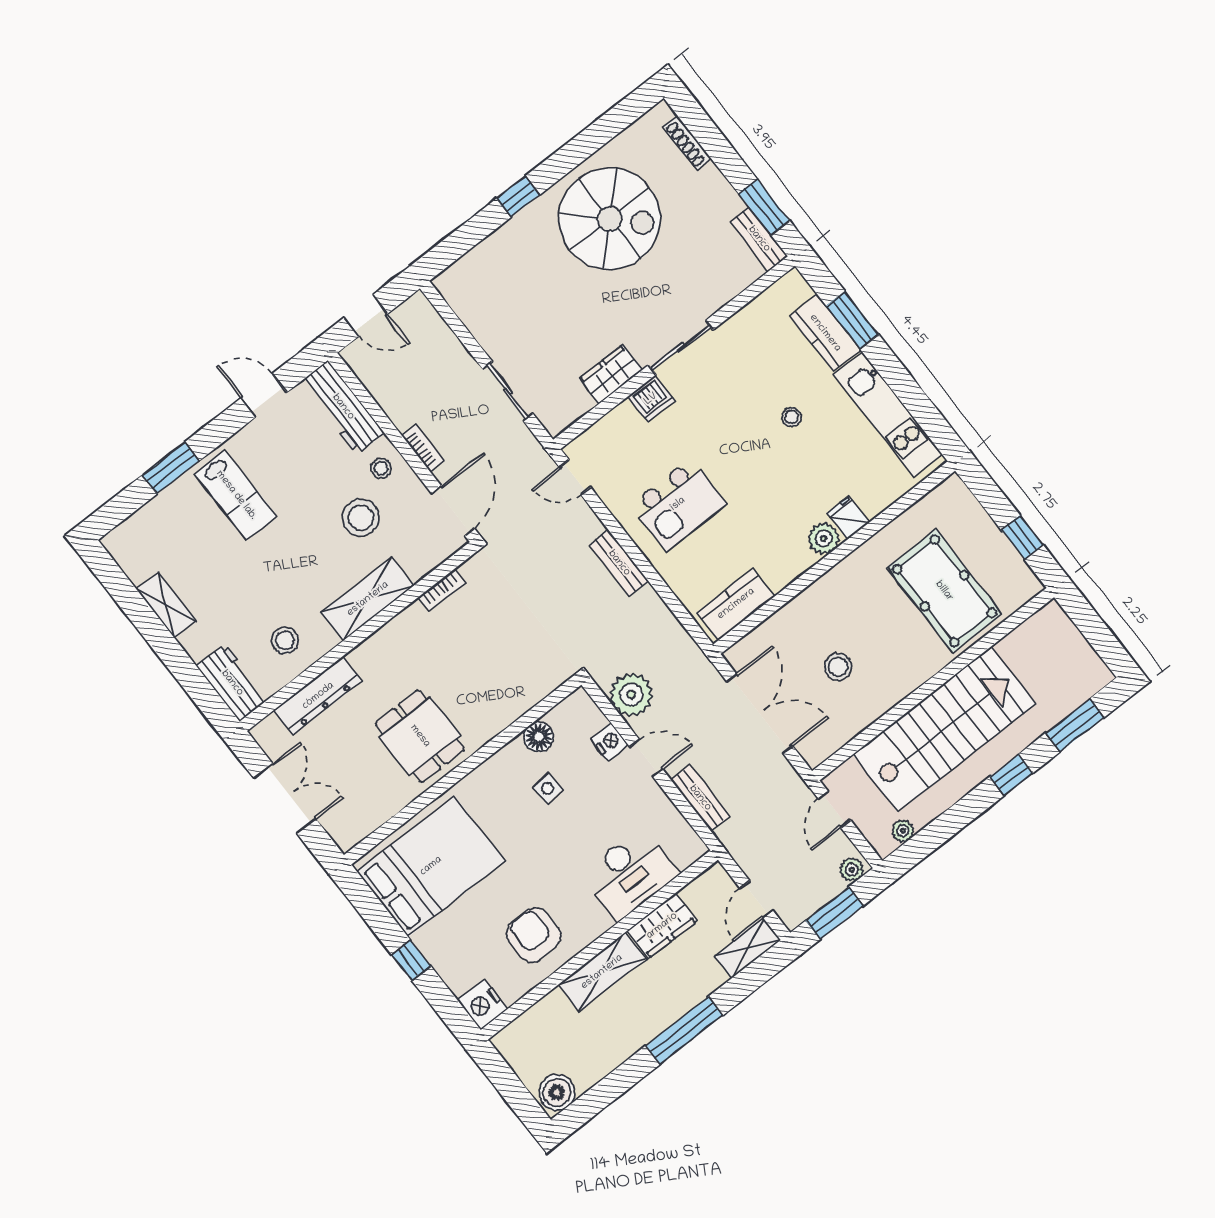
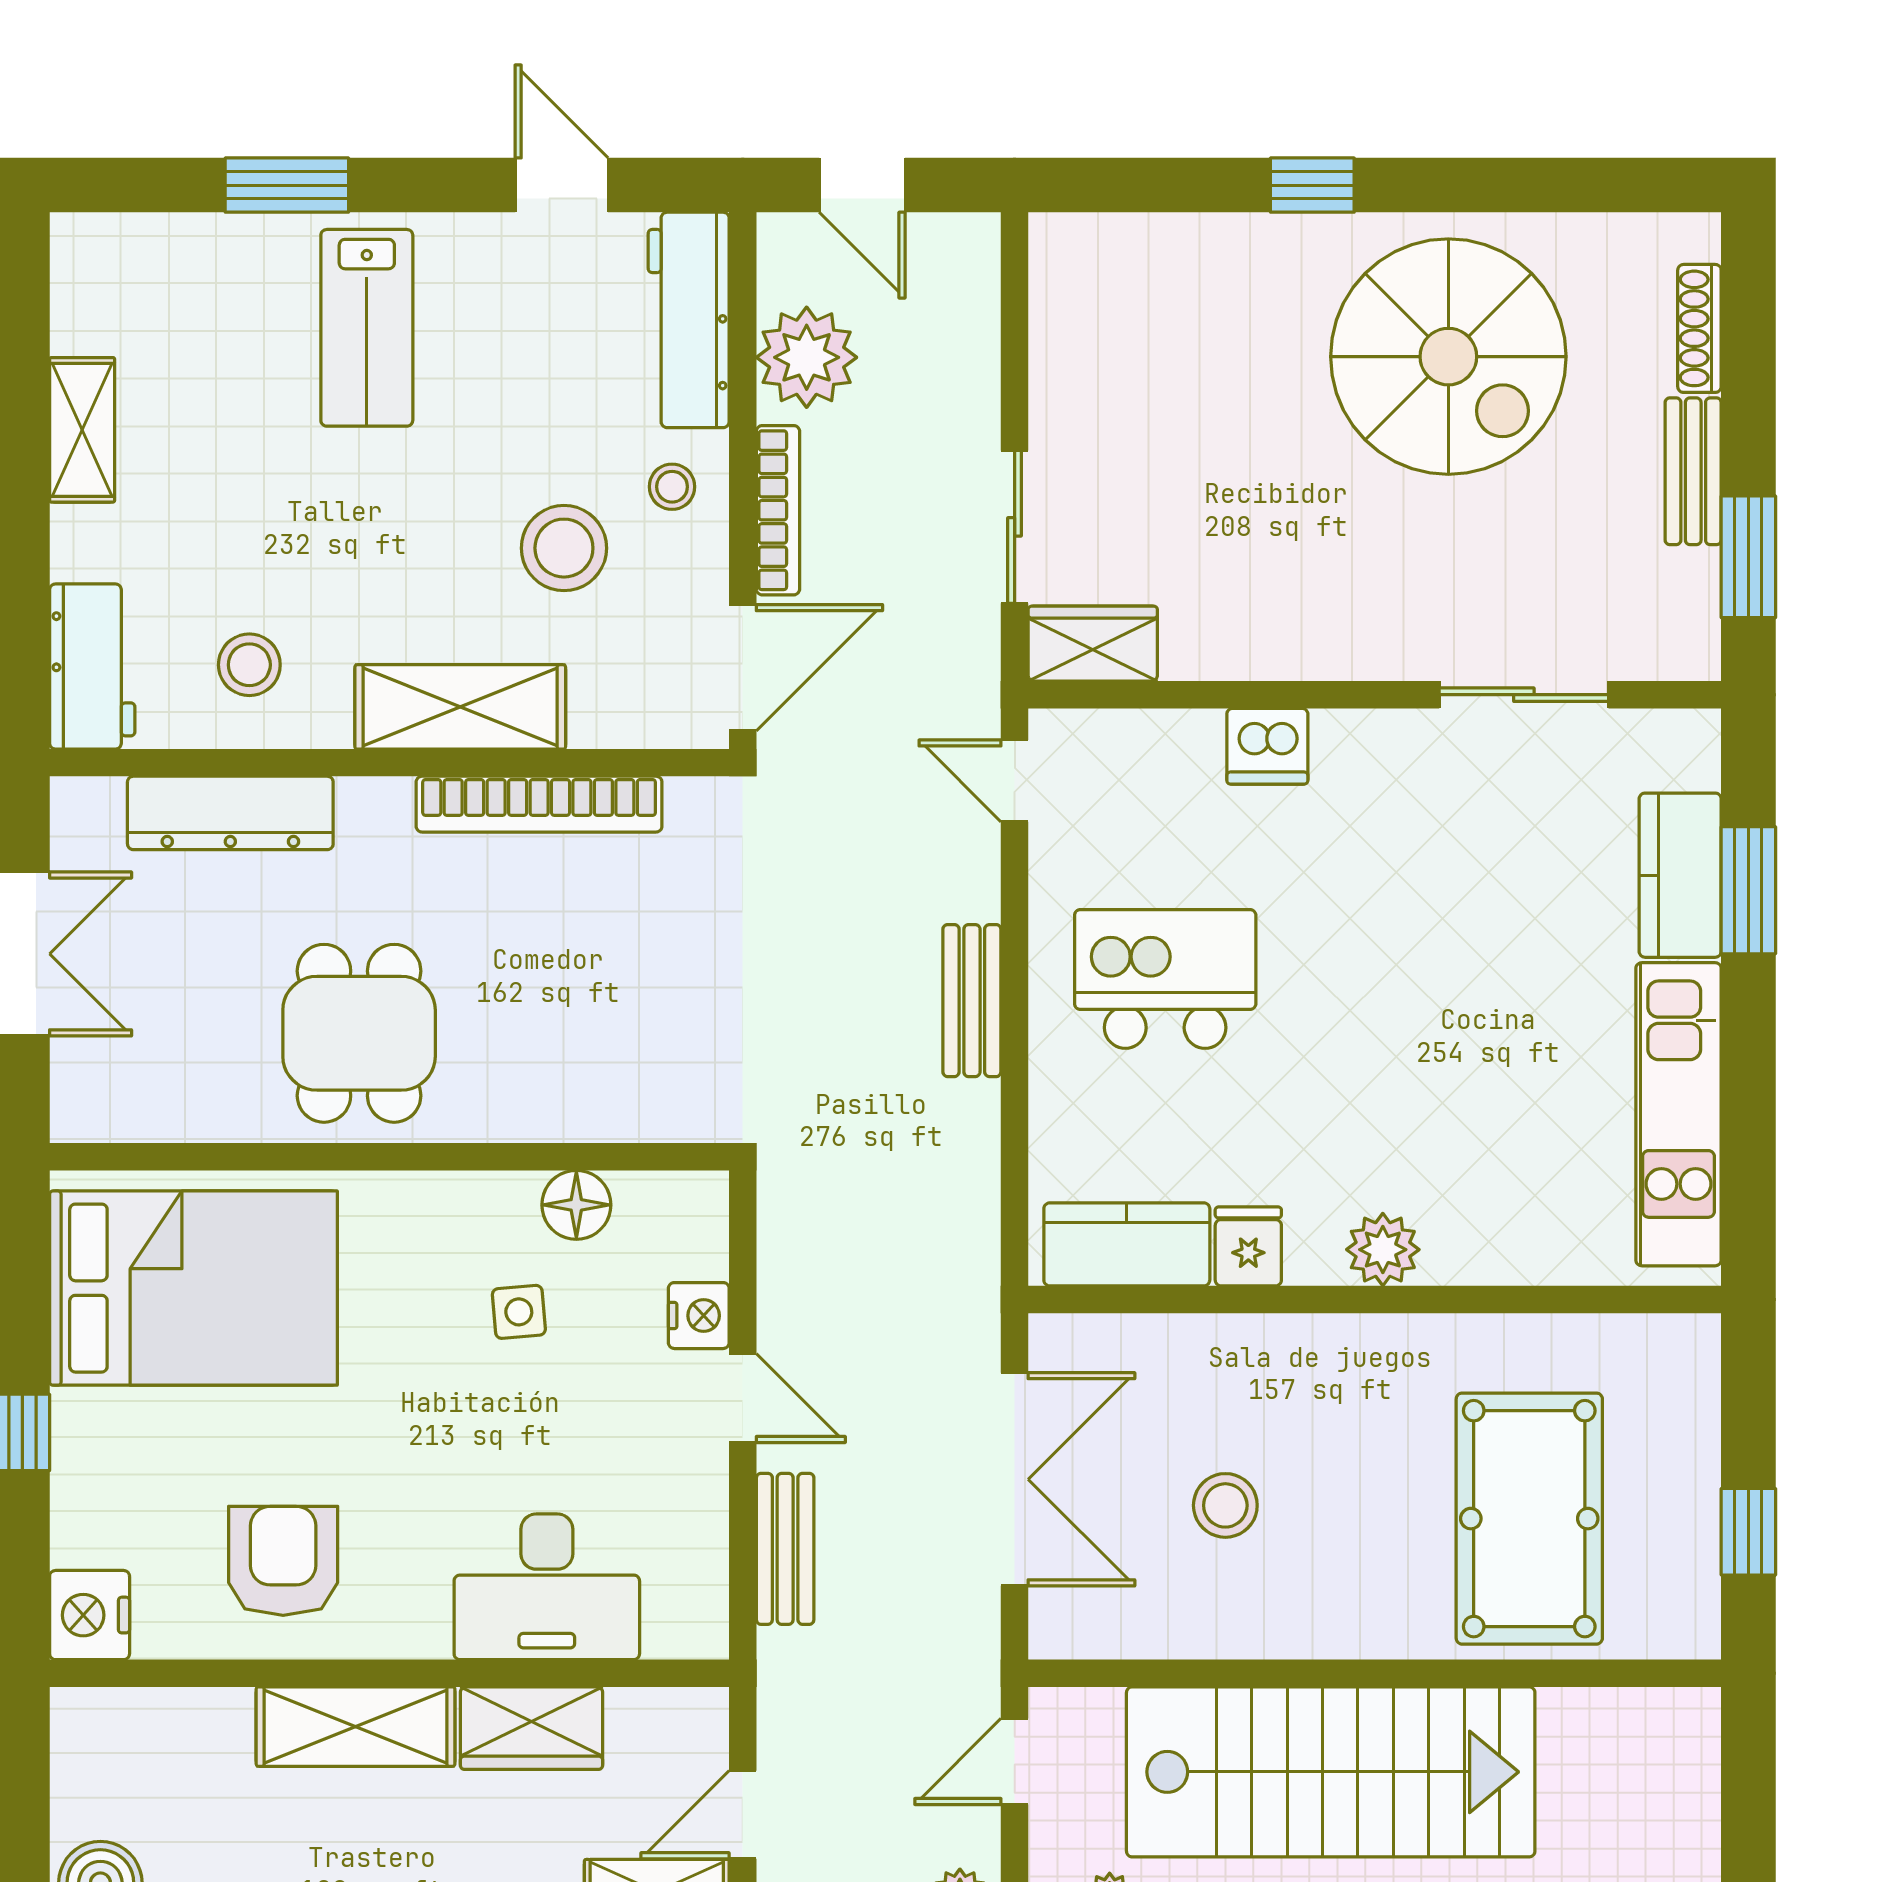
bench: (759, 239) -> (1693, 471), moved
sliding door: (681, 348) -> (1524, 695), moved
wardrobe: (611, 374) -> (1093, 644), moved
stool: (792, 417) -> (1498, 981), removed
bookcase: (423, 448) -> (778, 510), width x1.56
kitchen island: (678, 504) -> (1165, 979), turned 180
fridge: (848, 518) -> (1248, 1246), moved
bookcase: (442, 590) -> (539, 804), width x2.31, depth x1.31
plant: (631, 695) -> (807, 357), moved

